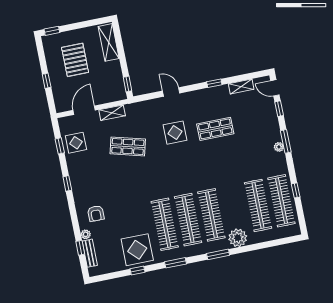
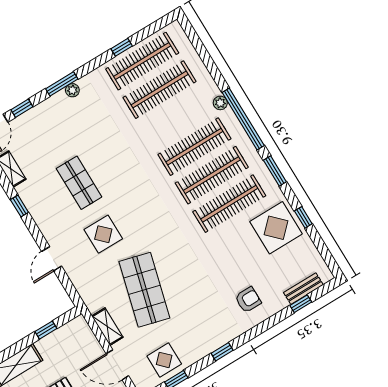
window: (127, 84) -> (46, 330), moved
shop shelf: (128, 146) -> (144, 290), width x1.43, depth x1.36
plant: (86, 234) -> (280, 303), removed
plant: (238, 238) -> (220, 103), width x0.53, depth x0.53
window: (218, 254) -> (243, 119), width x2.11

